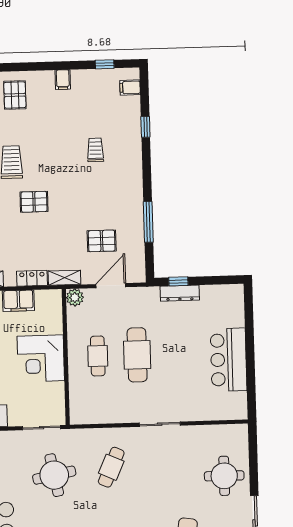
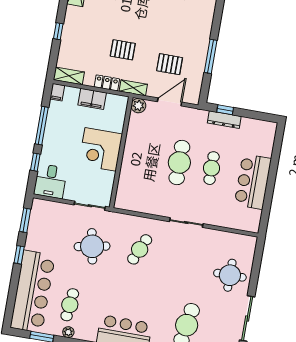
pallet: (34, 202) -> (123, 50), moved
cafe table: (98, 356) -> (212, 168), moved

